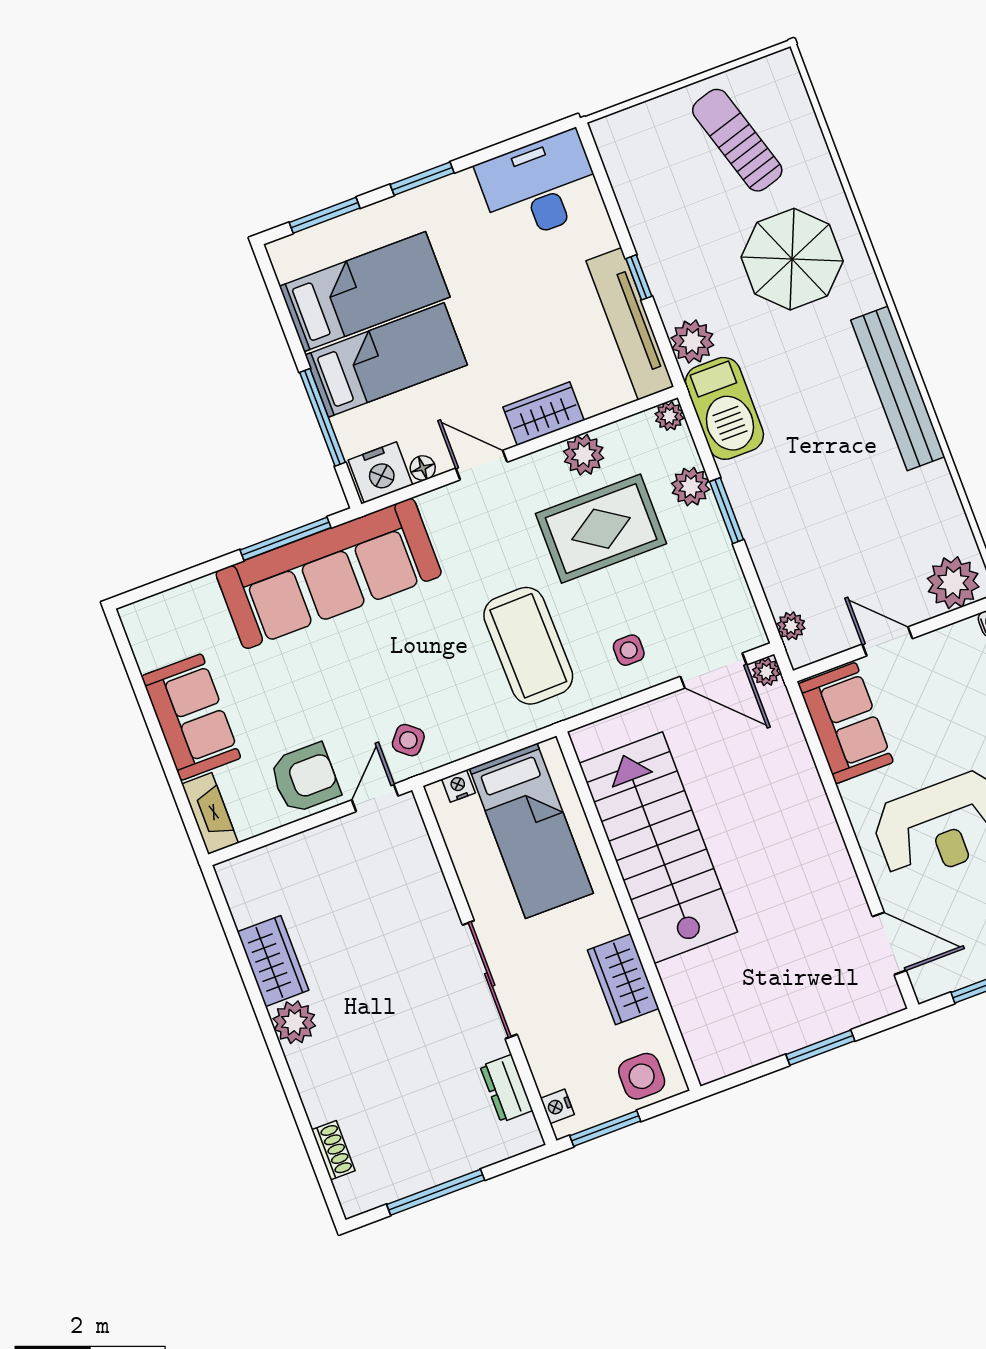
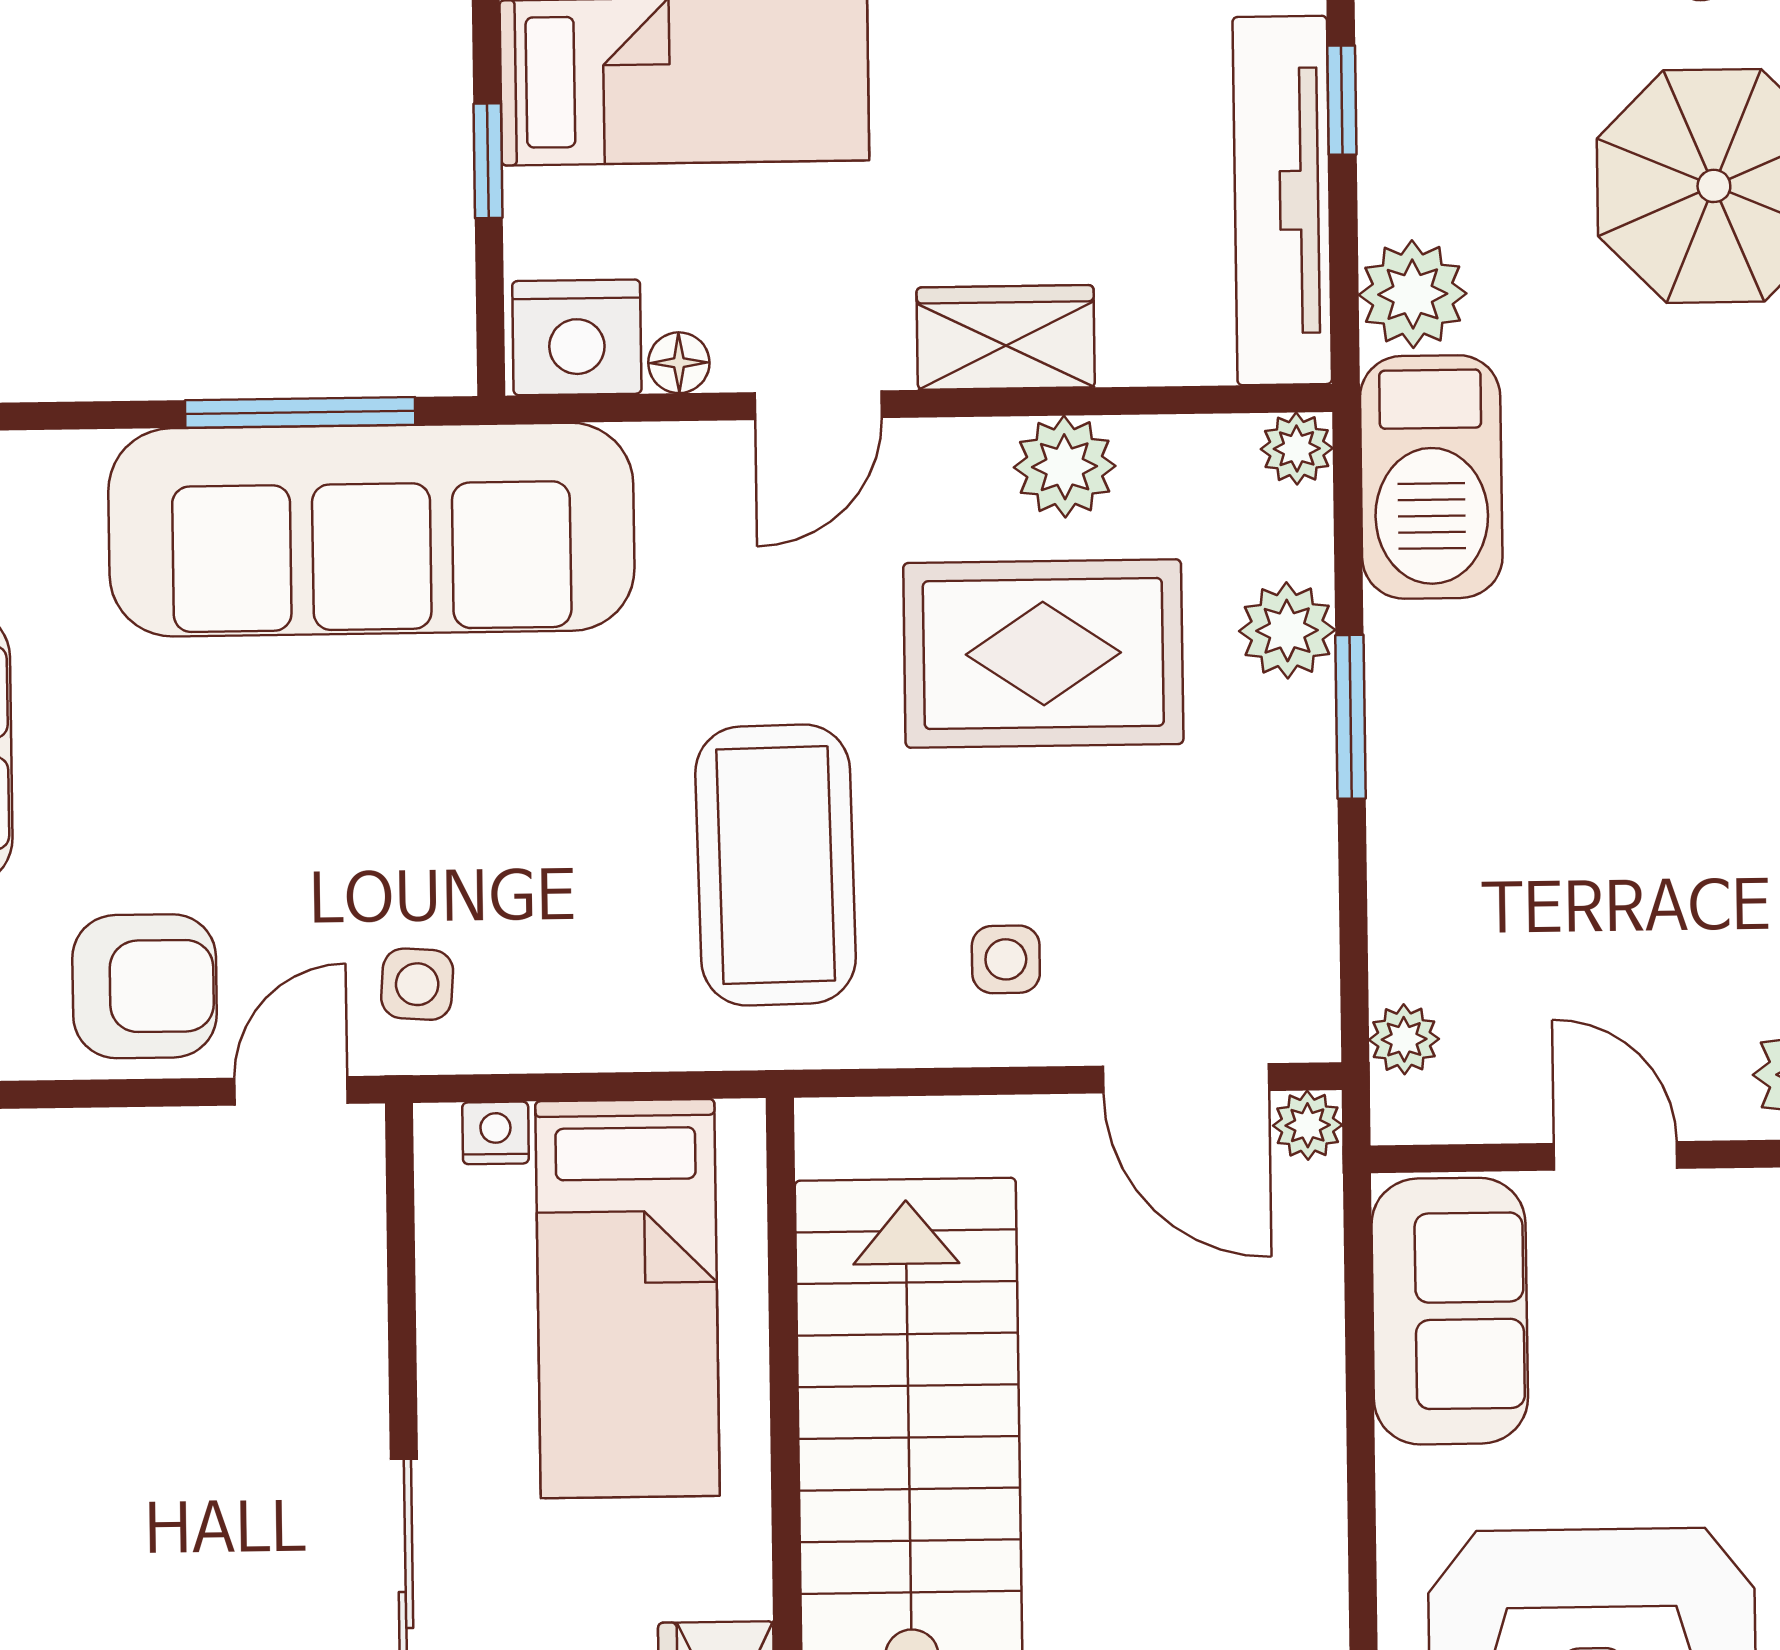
window: (323, 417) -> (488, 161), width x0.46
door: (482, 465) -> (818, 405), swing flipped
side table: (408, 740) -> (417, 984), turned -36

